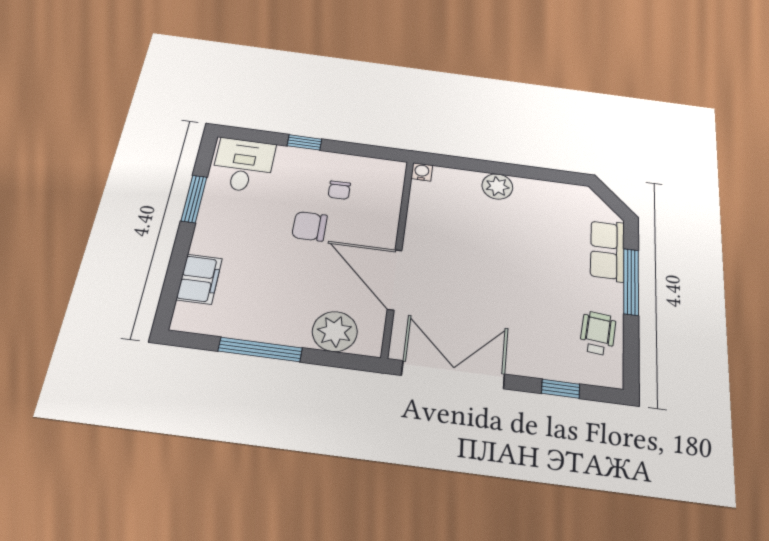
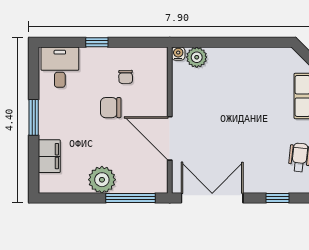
plant: (497, 186) -> (197, 57), moved
window: (194, 199) -> (34, 117), moved
plant: (335, 332) -> (102, 180), moved
window: (260, 349) -> (130, 198), moved

